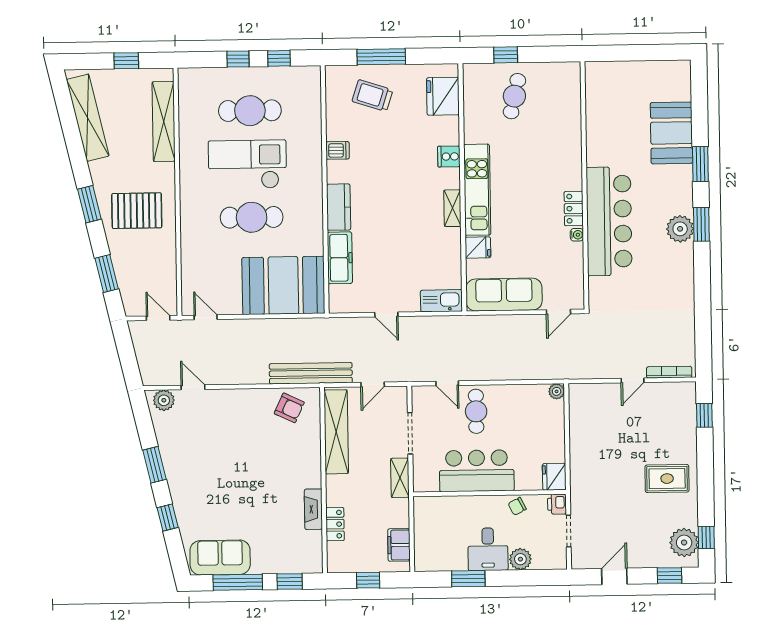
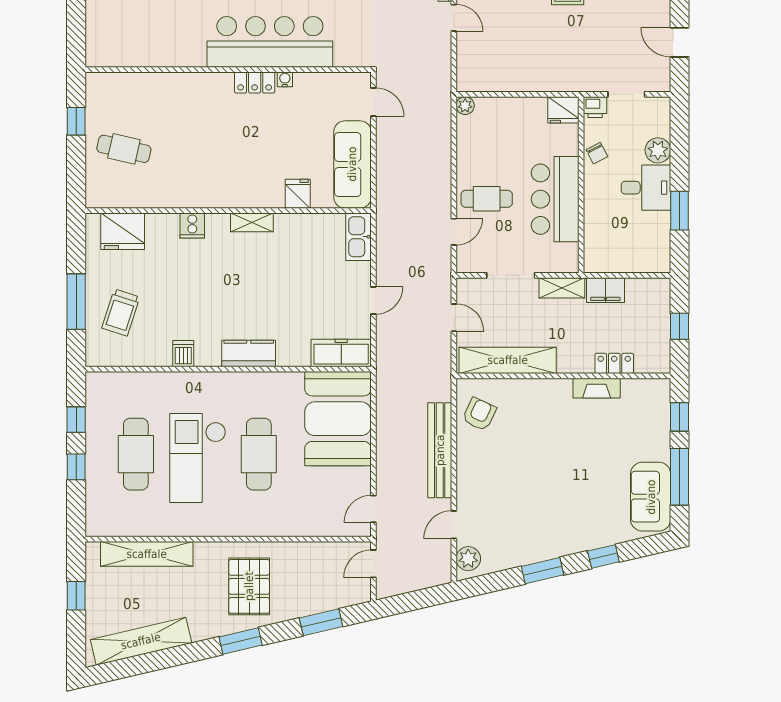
window: (506, 55) -> (76, 121), moved
kitchen unit: (477, 190) -> (231, 193), removed
freezer: (340, 258) -> (341, 353), moved
bench: (311, 373) -> (440, 450), moved
filing cabinet: (399, 545) -> (605, 290), moved

